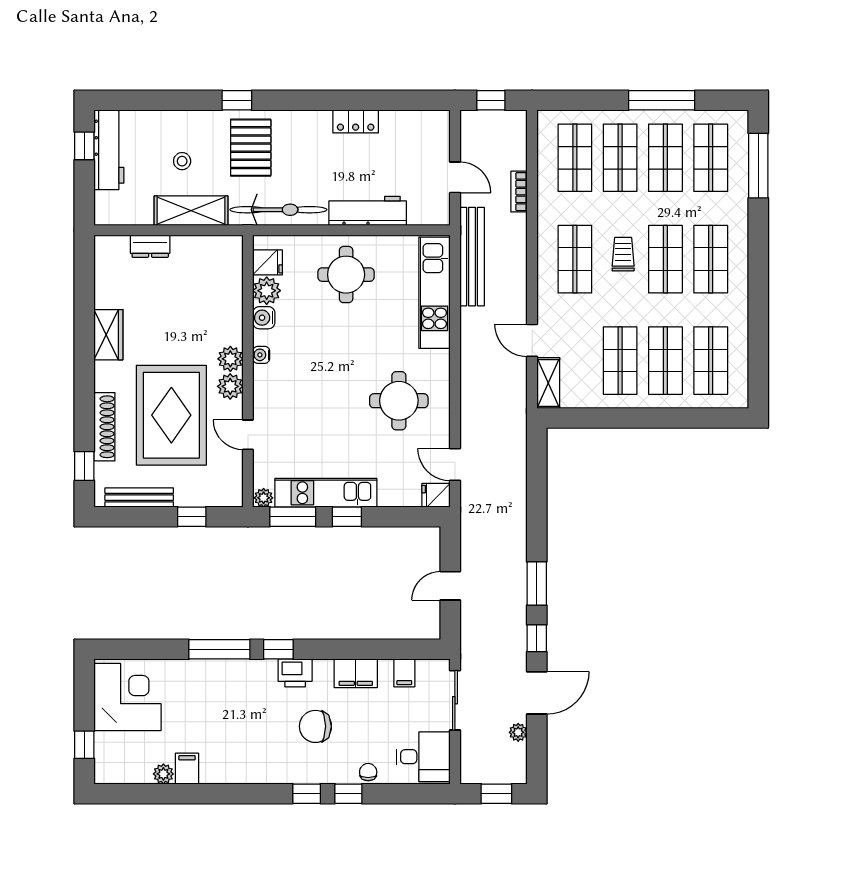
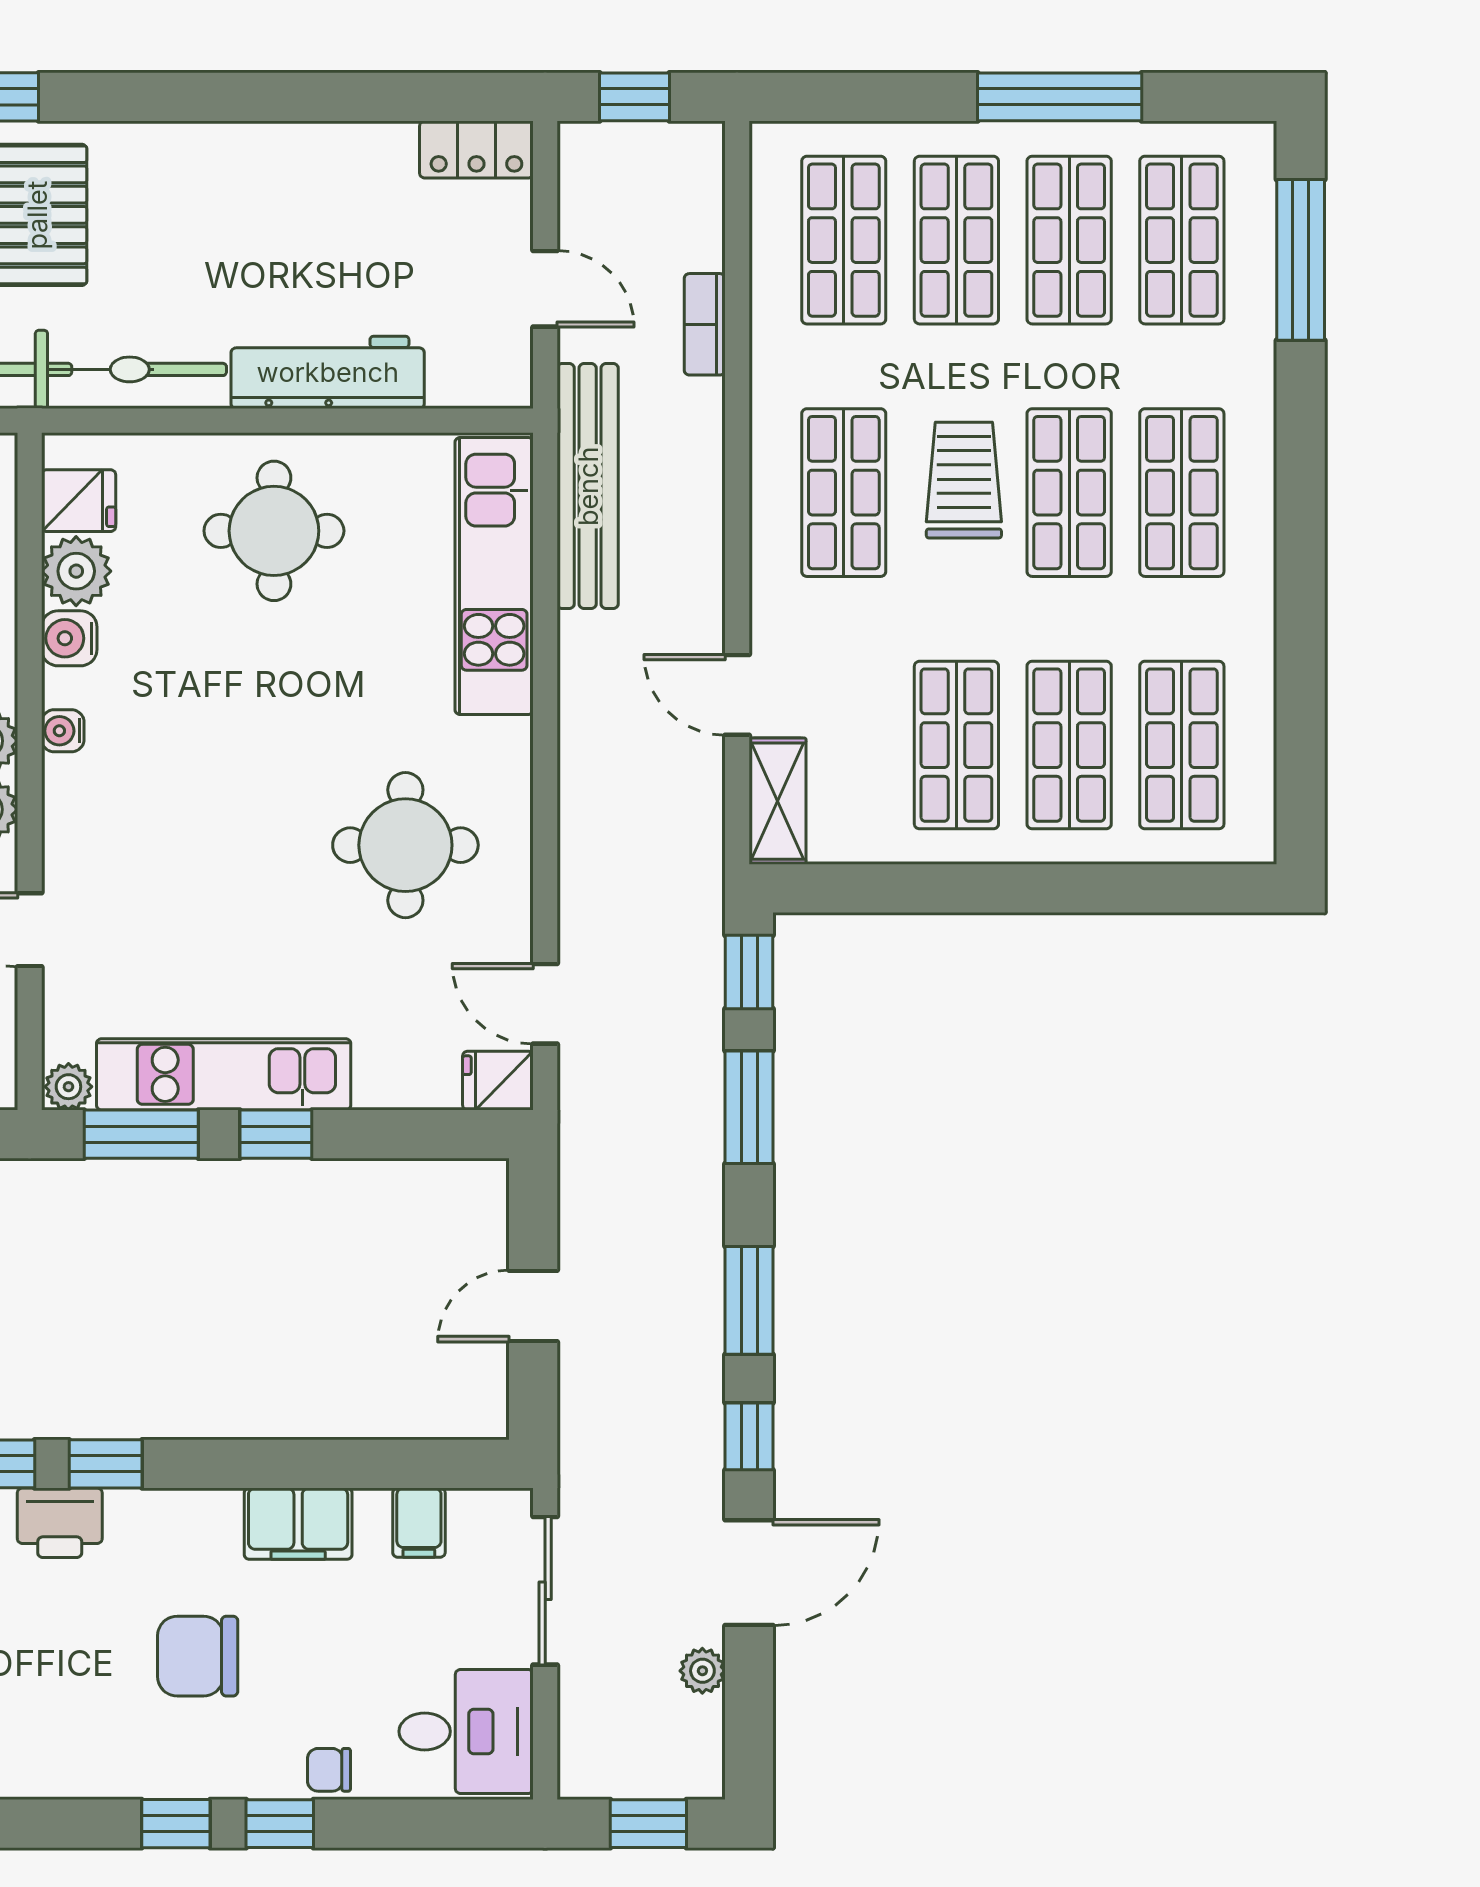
locker: (356, 121) -> (476, 150), moved
trolley: (623, 254) -> (964, 480), width x1.36, depth x1.39
window: (537, 452) -> (749, 972), added
window: (537, 506) -> (749, 1107), added
printer: (295, 673) -> (60, 1523), moved
chair: (368, 772) -> (329, 1770), turned -90

